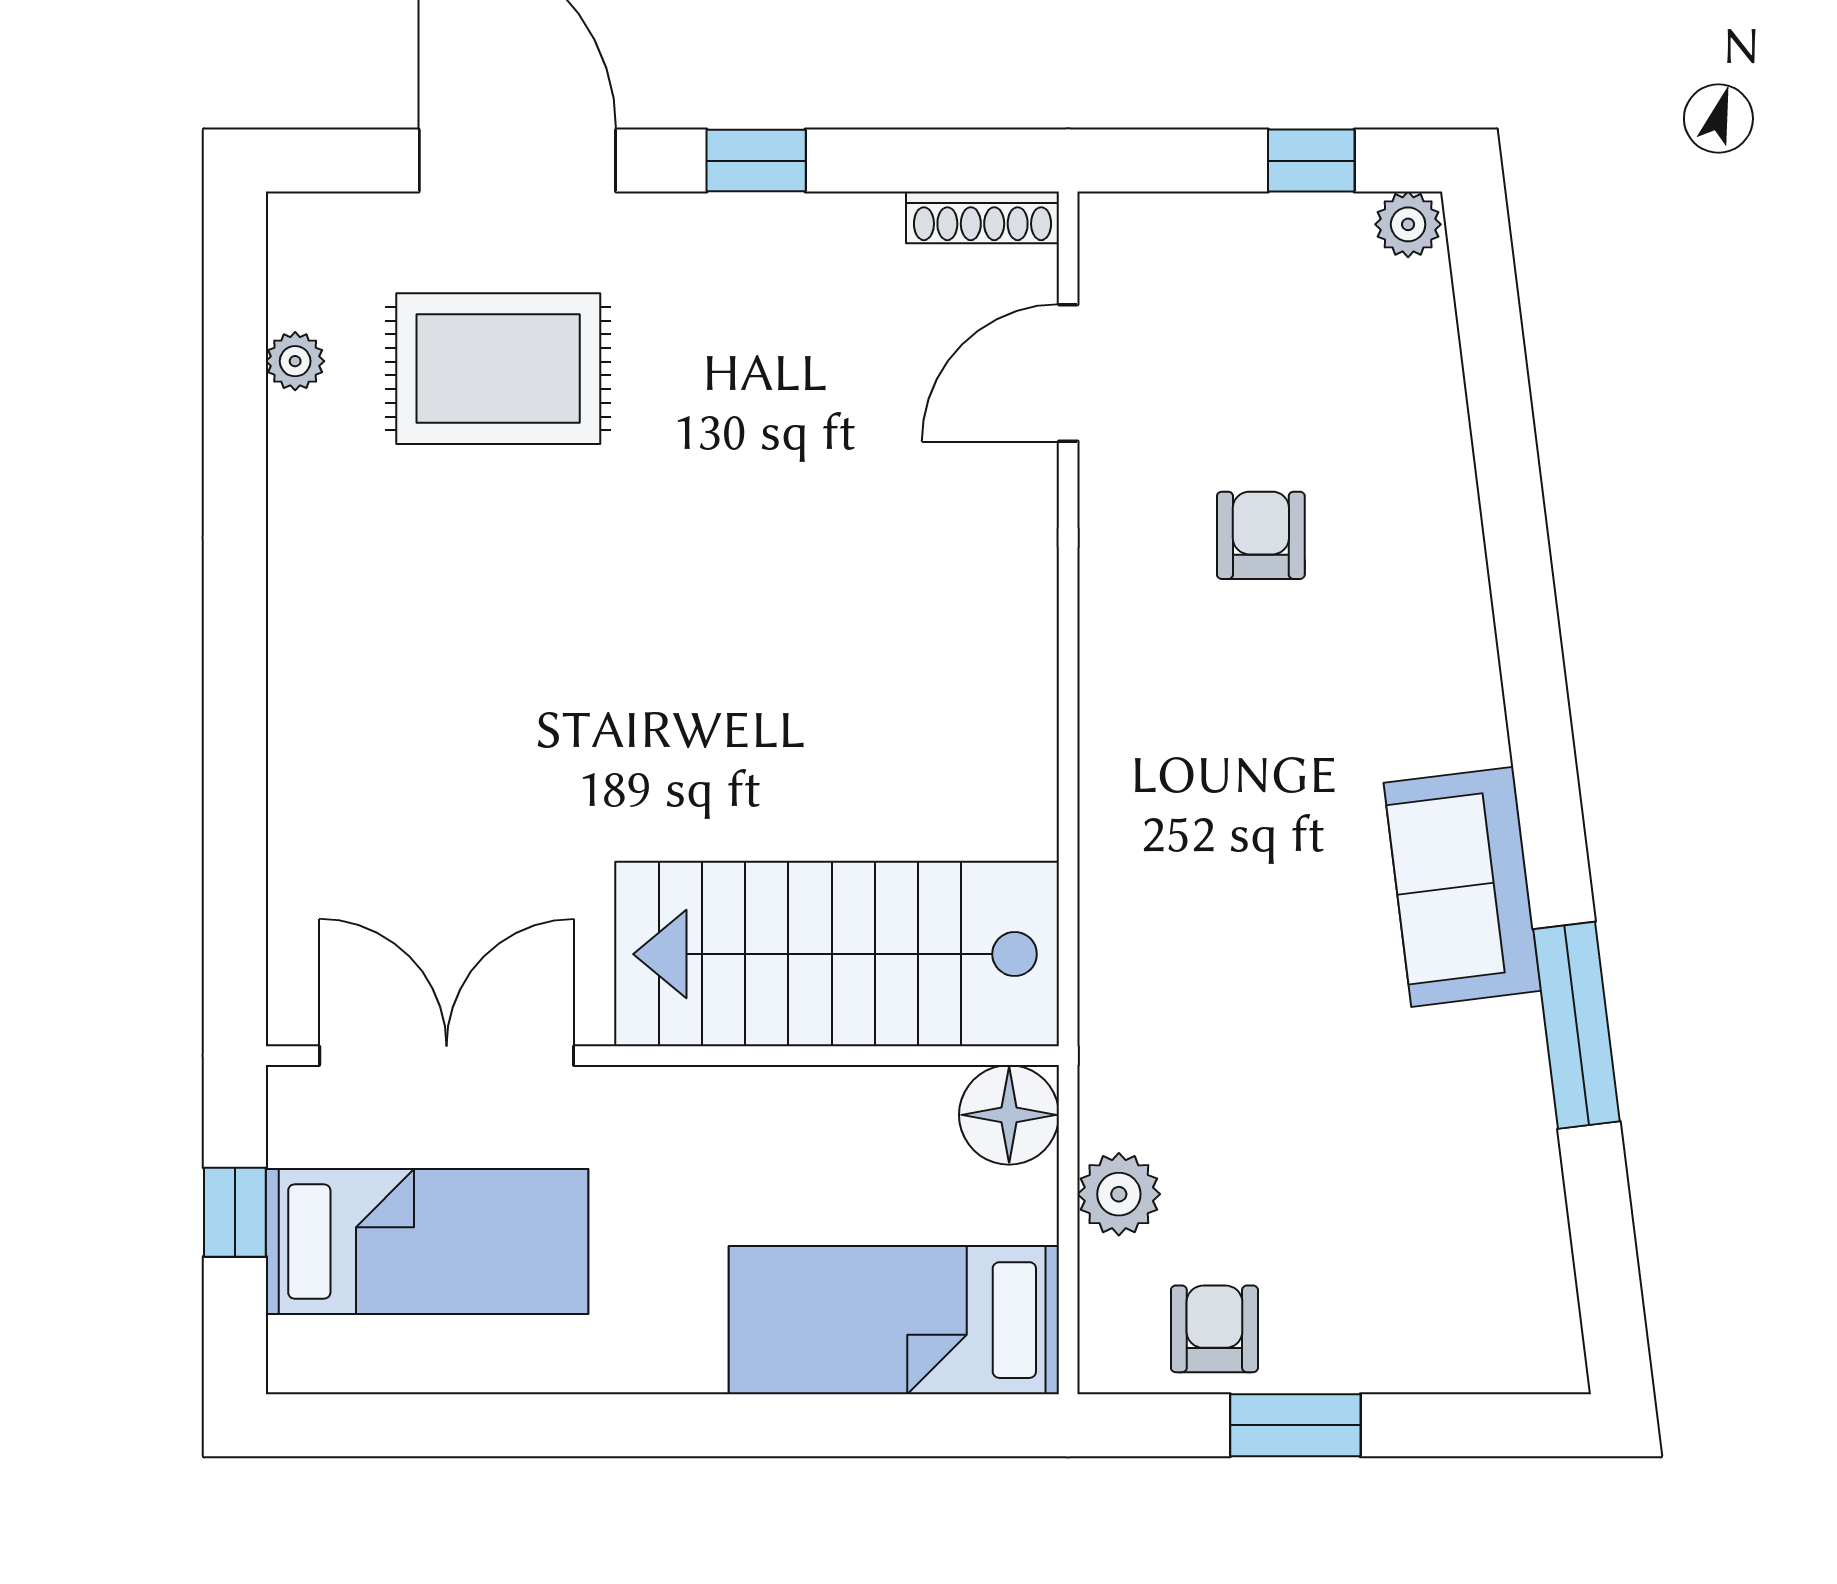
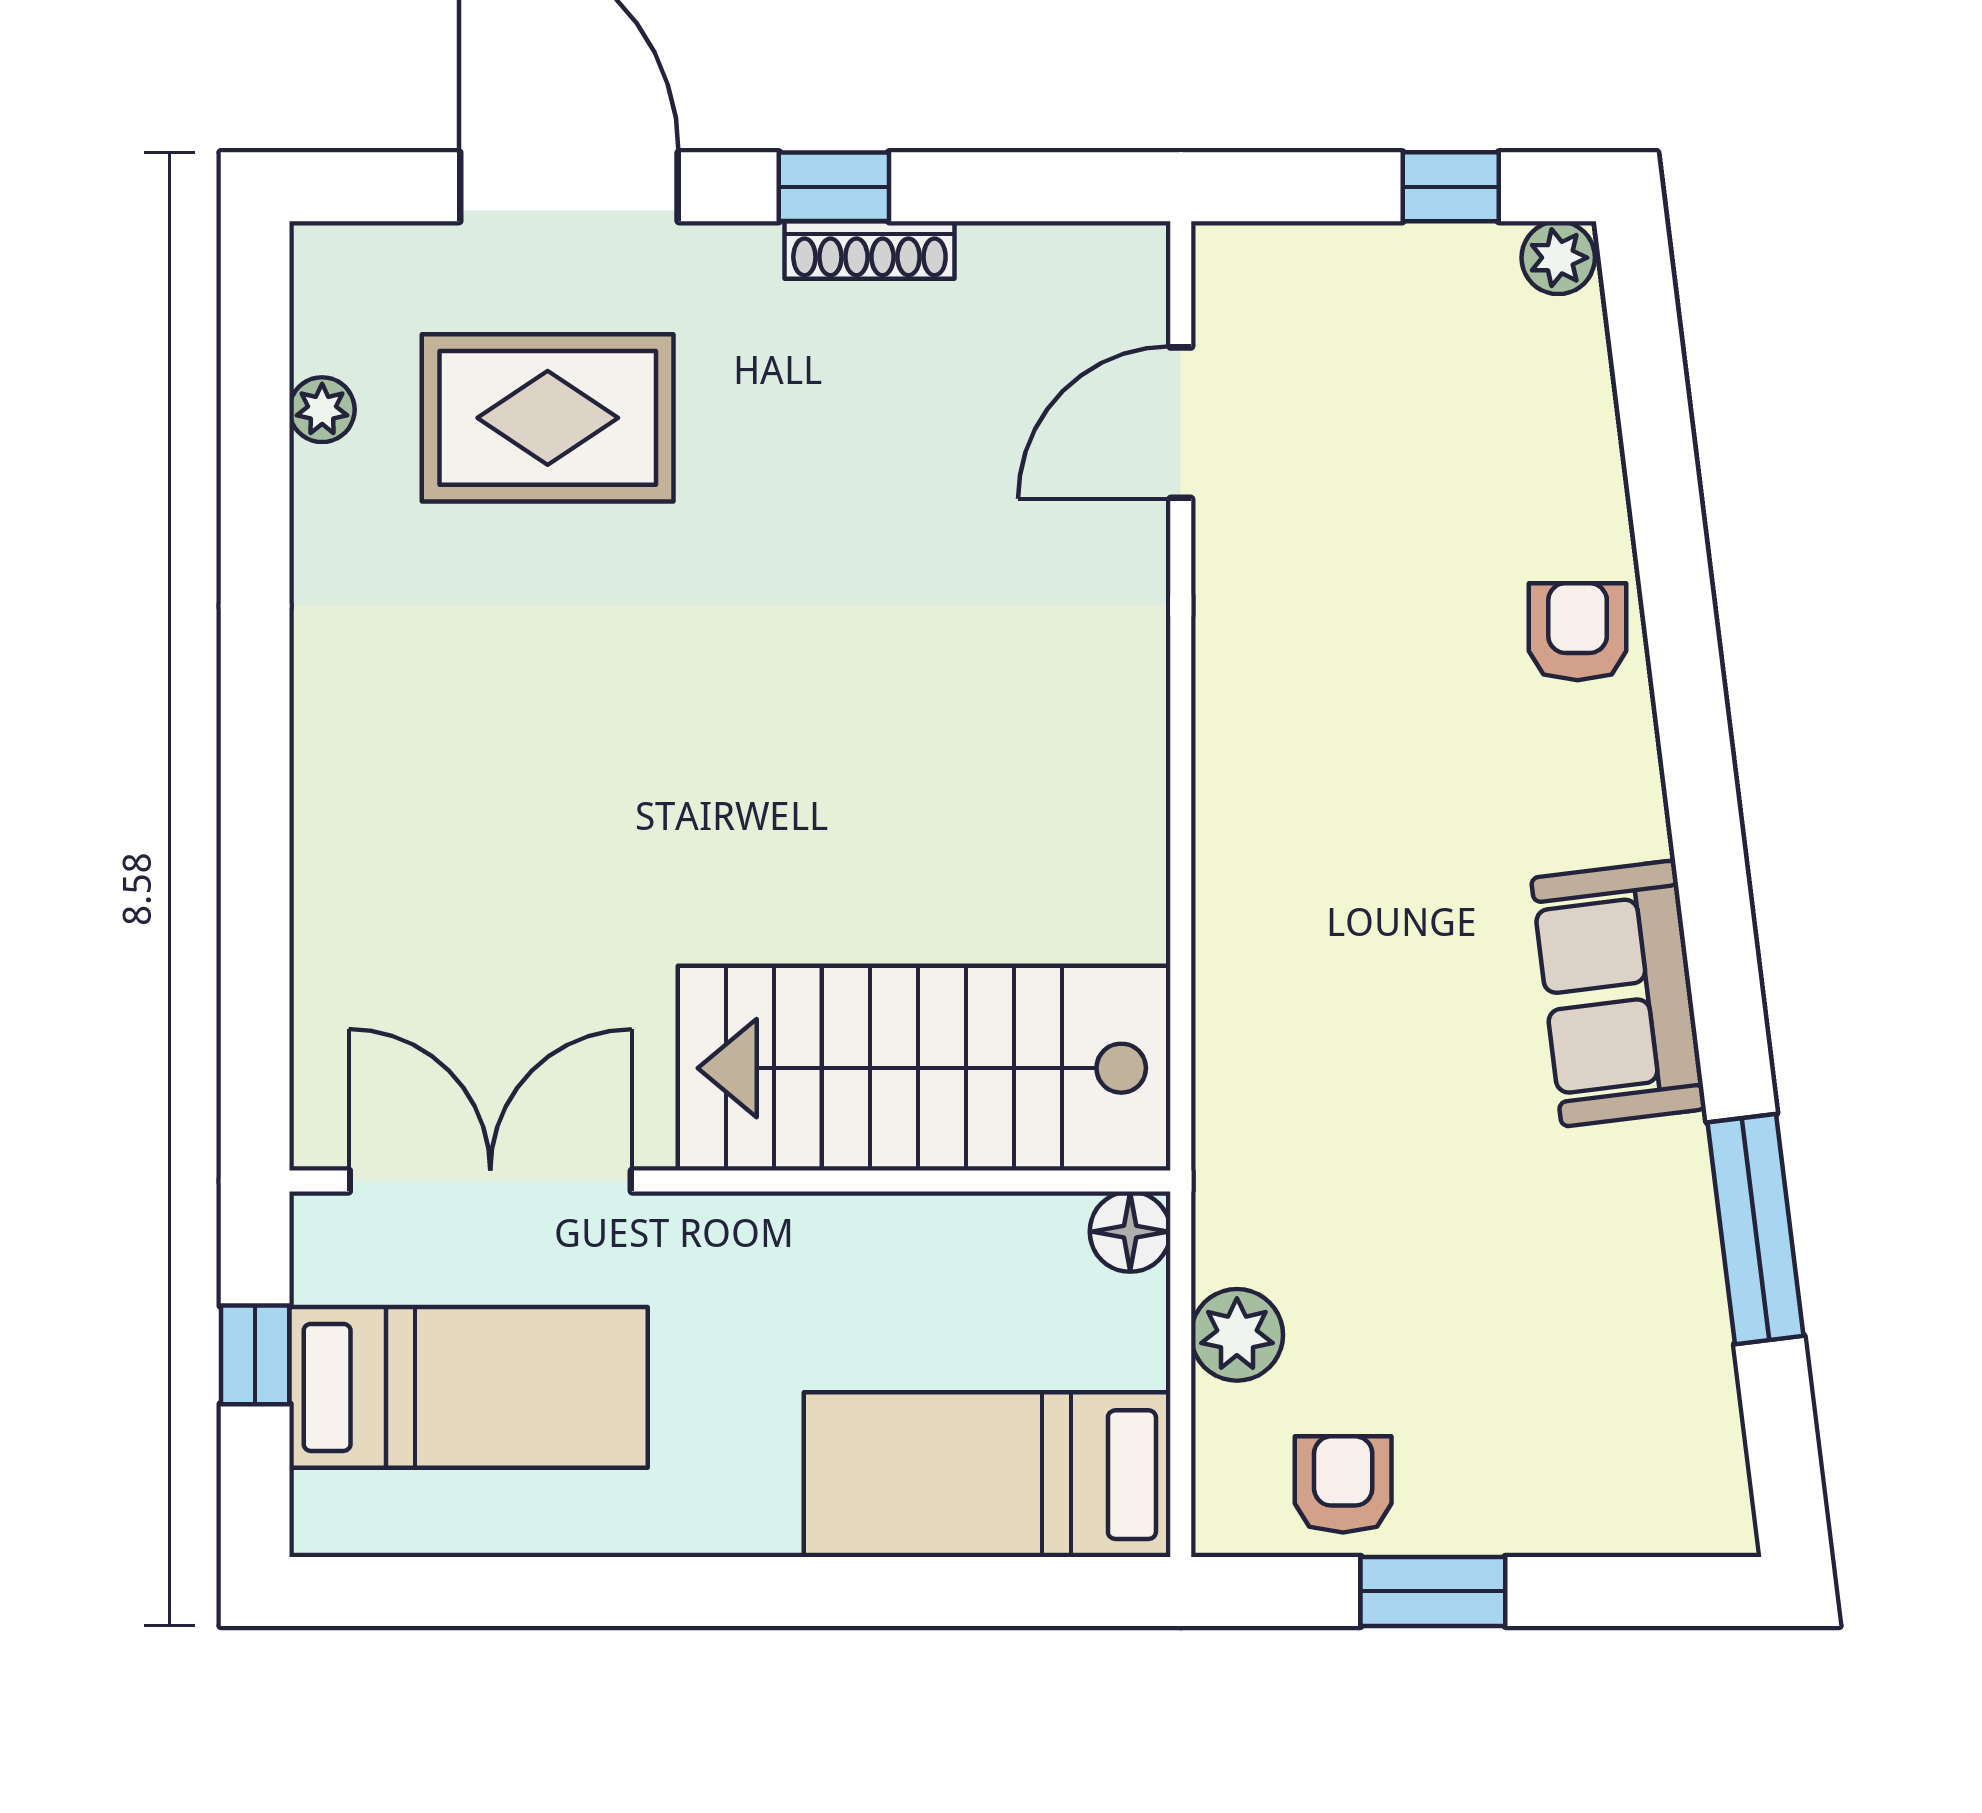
shoe rack: (983, 217) -> (869, 250), moved
armchair: (1261, 535) -> (1578, 632), moved
window: (1577, 1025) -> (1755, 1229), moved
floor lamp: (1009, 1115) -> (1130, 1232), width x0.73, depth x0.73

